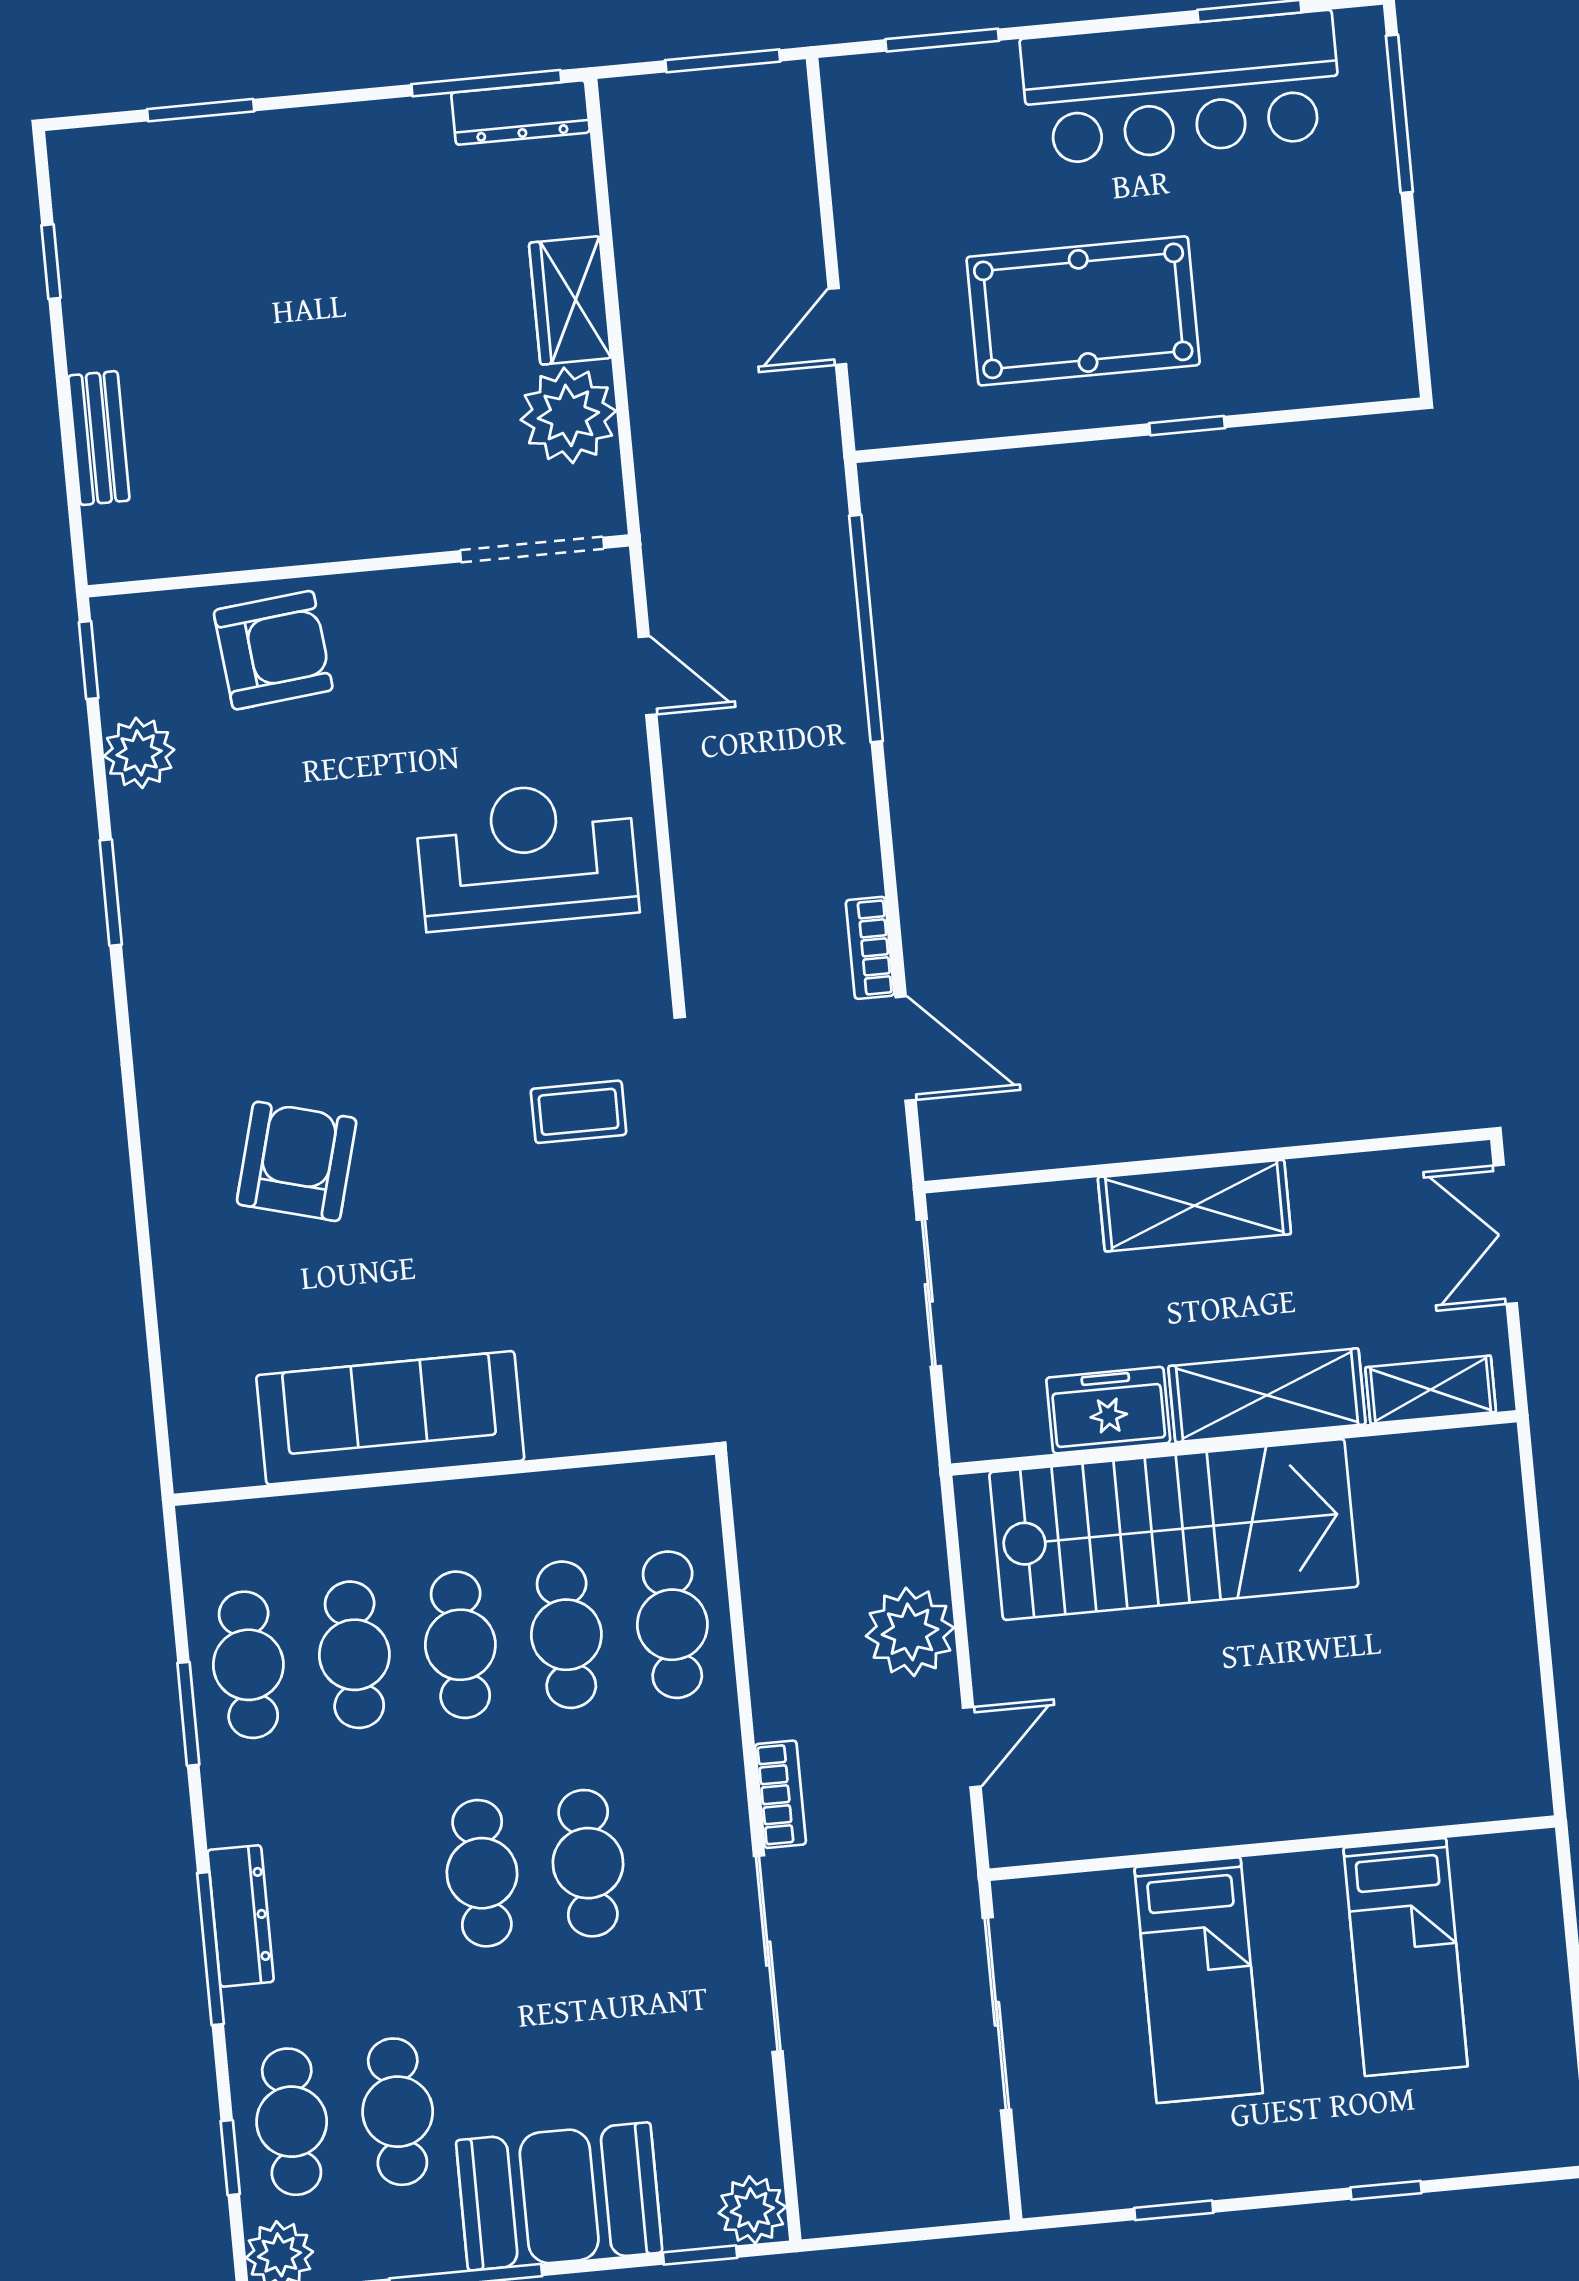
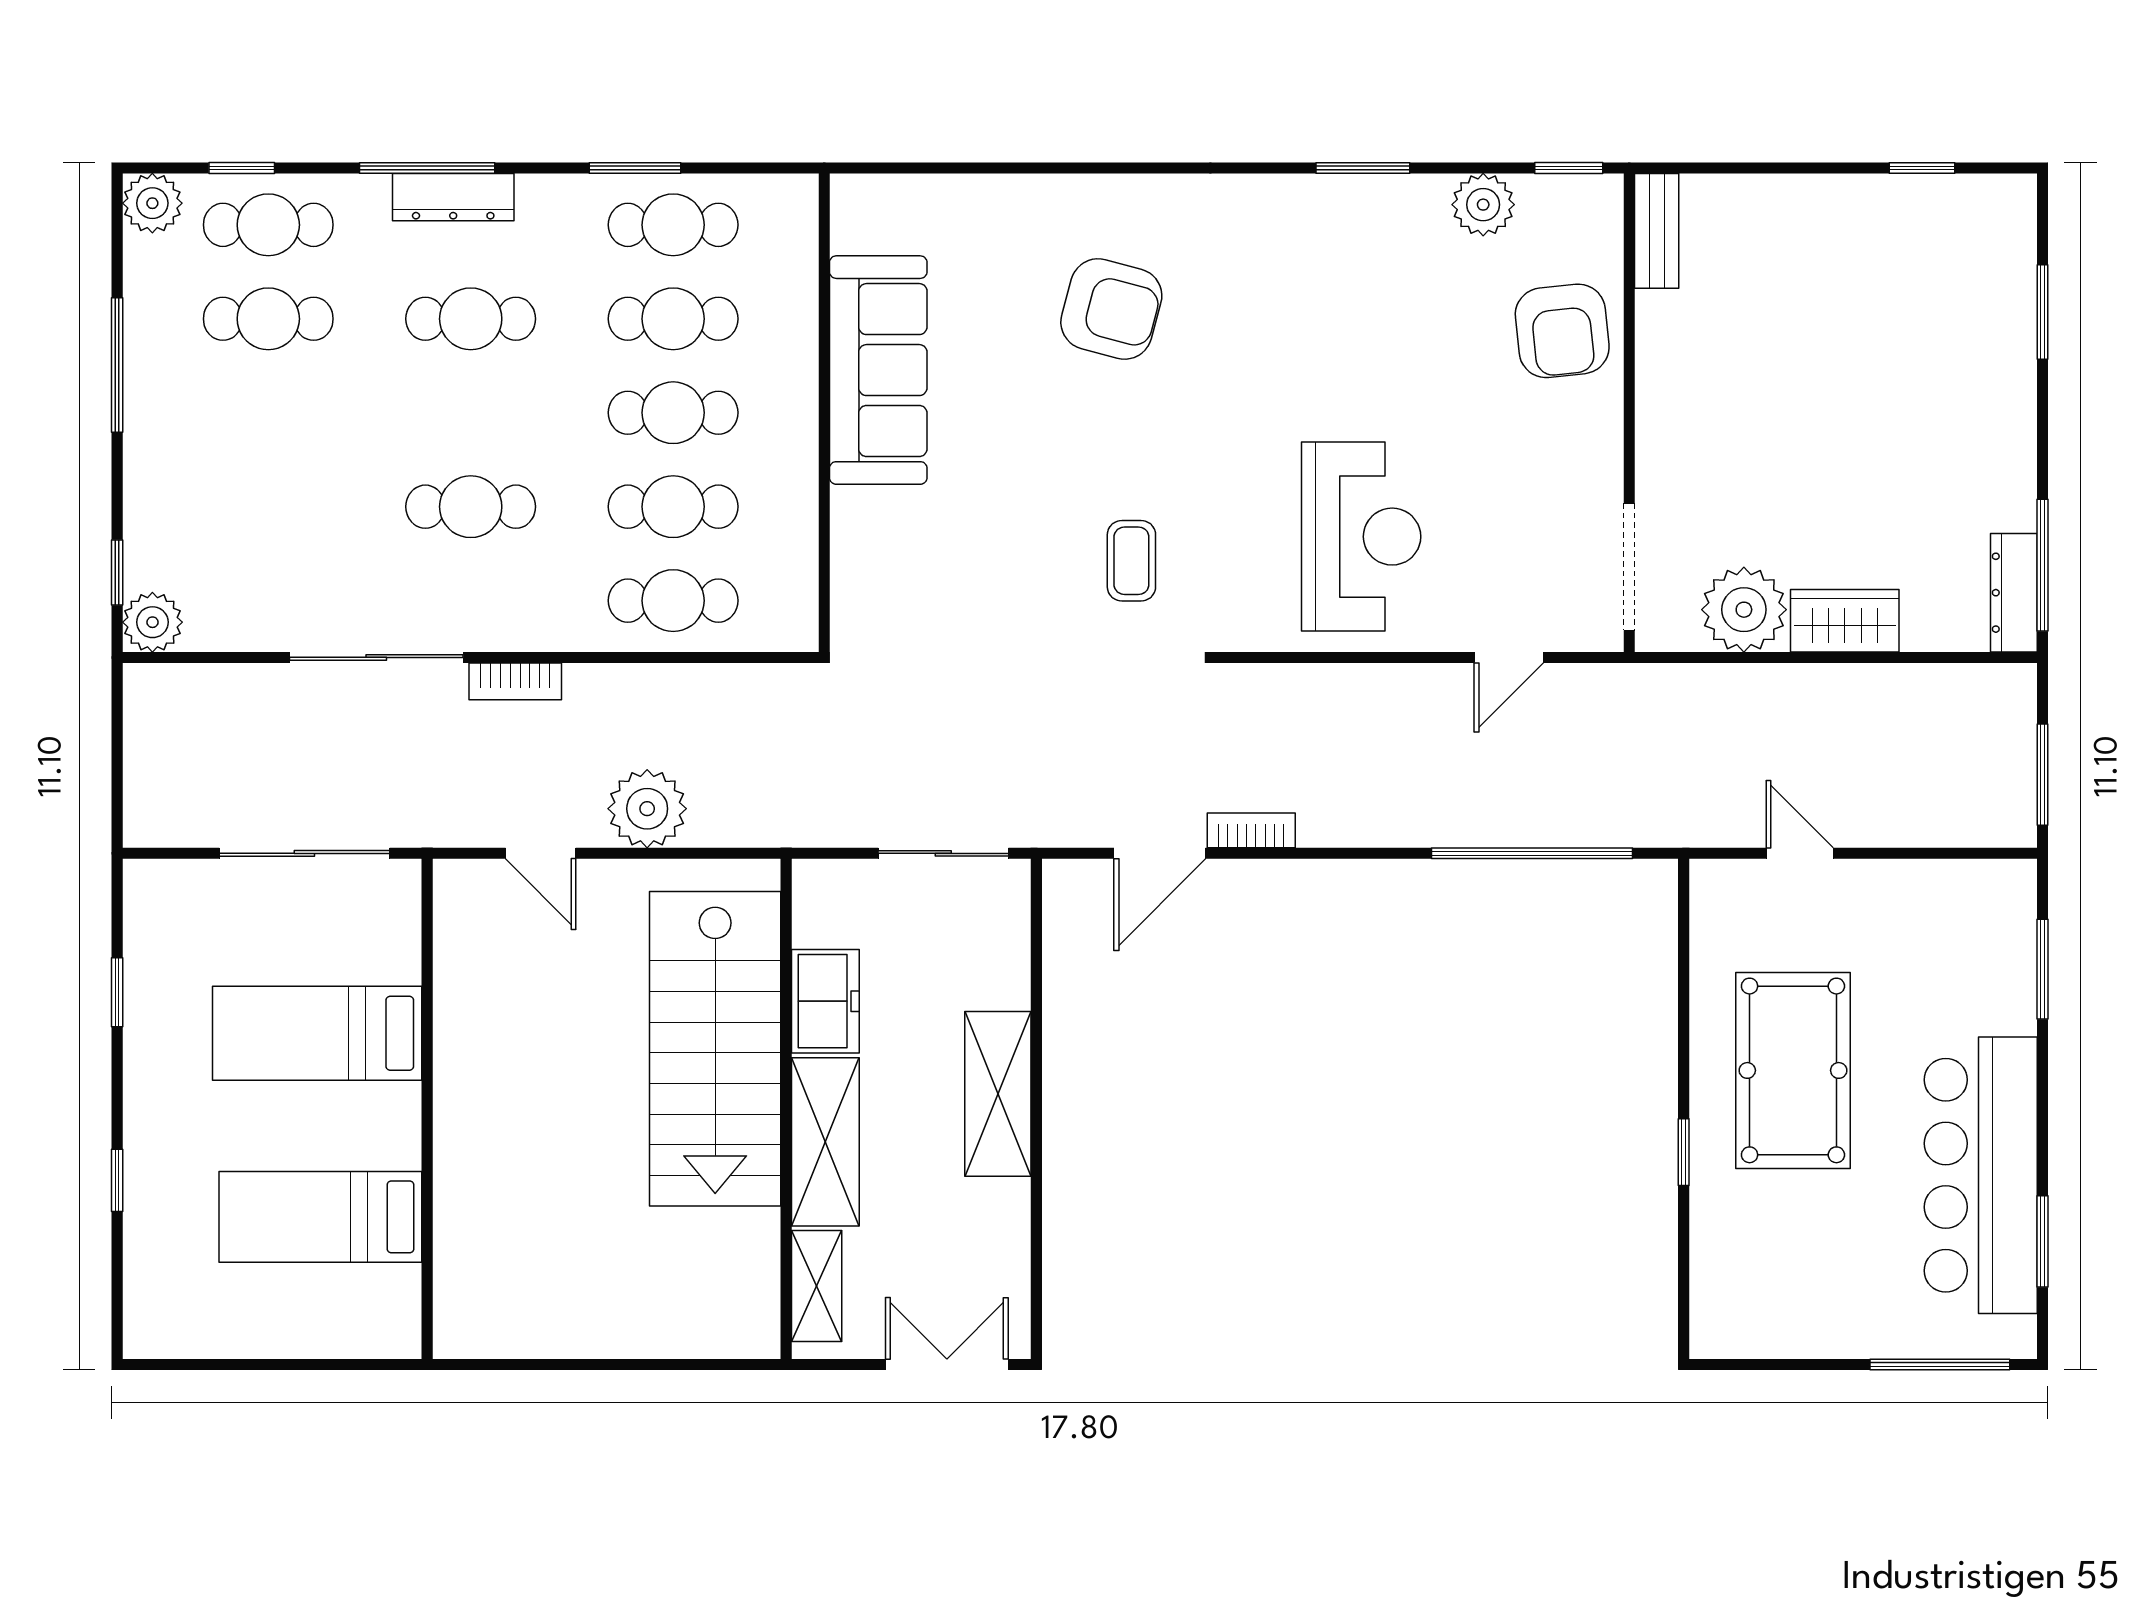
bench: (99, 438) -> (1657, 231), moved, turned 90
cafe table: (482, 1873) -> (471, 319), moved
booth: (559, 2196) -> (180, 454), removed

